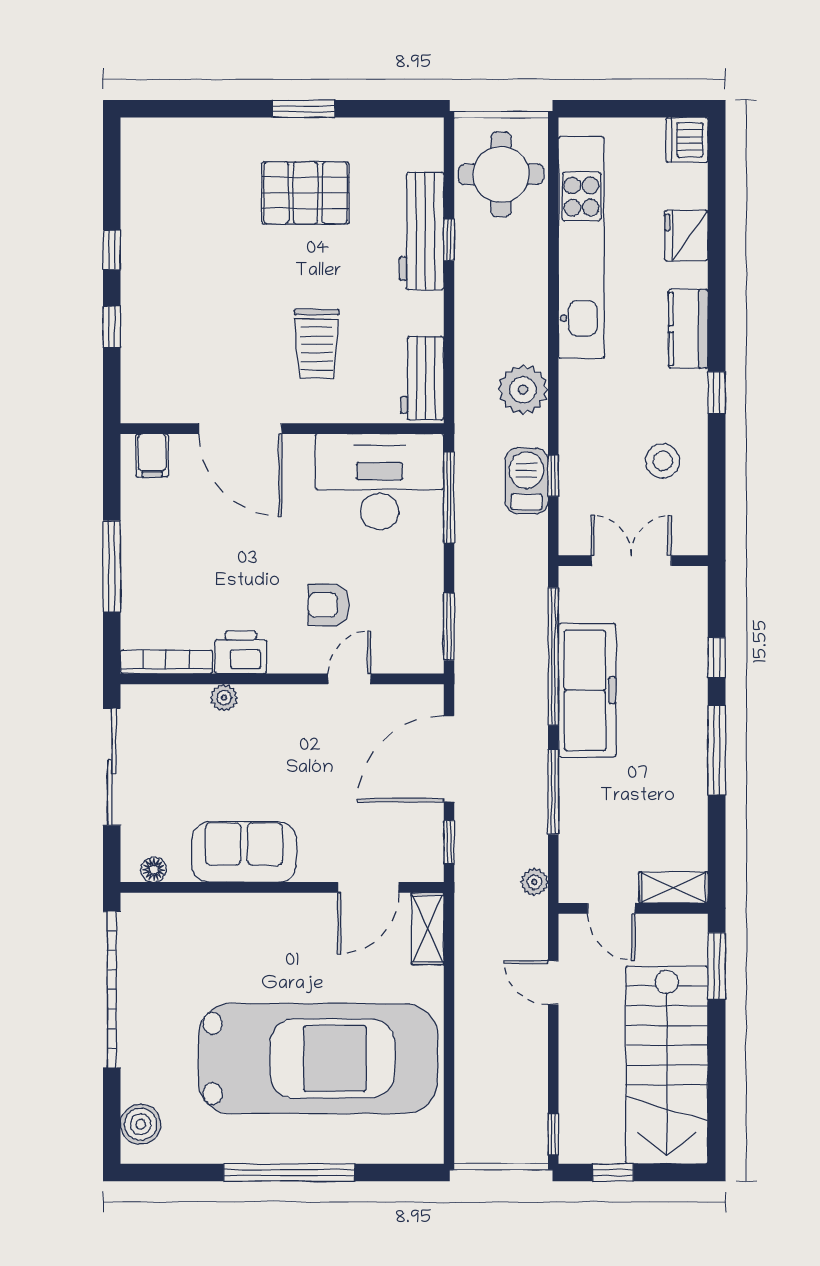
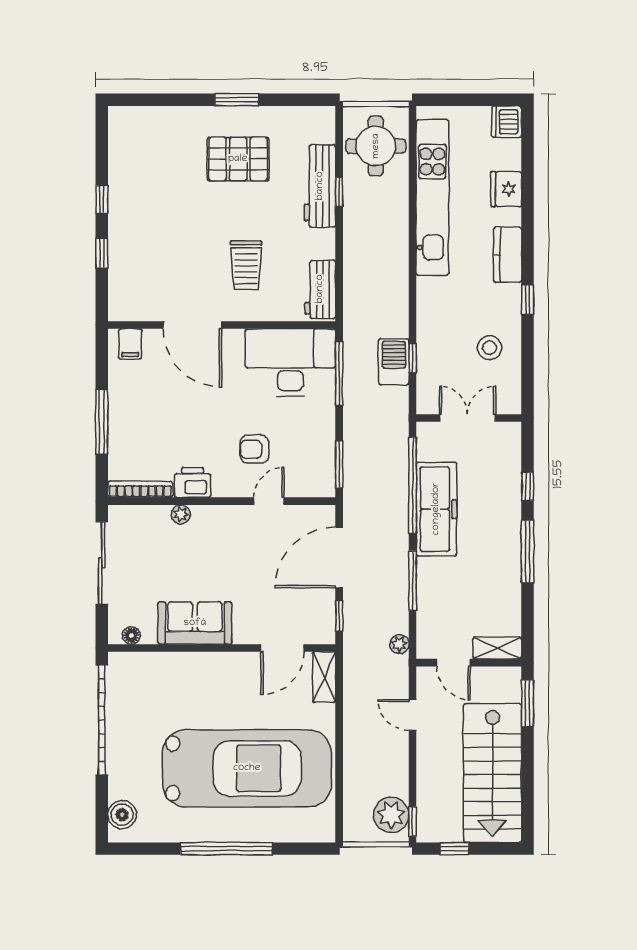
plant: (523, 390) -> (391, 815), moved

